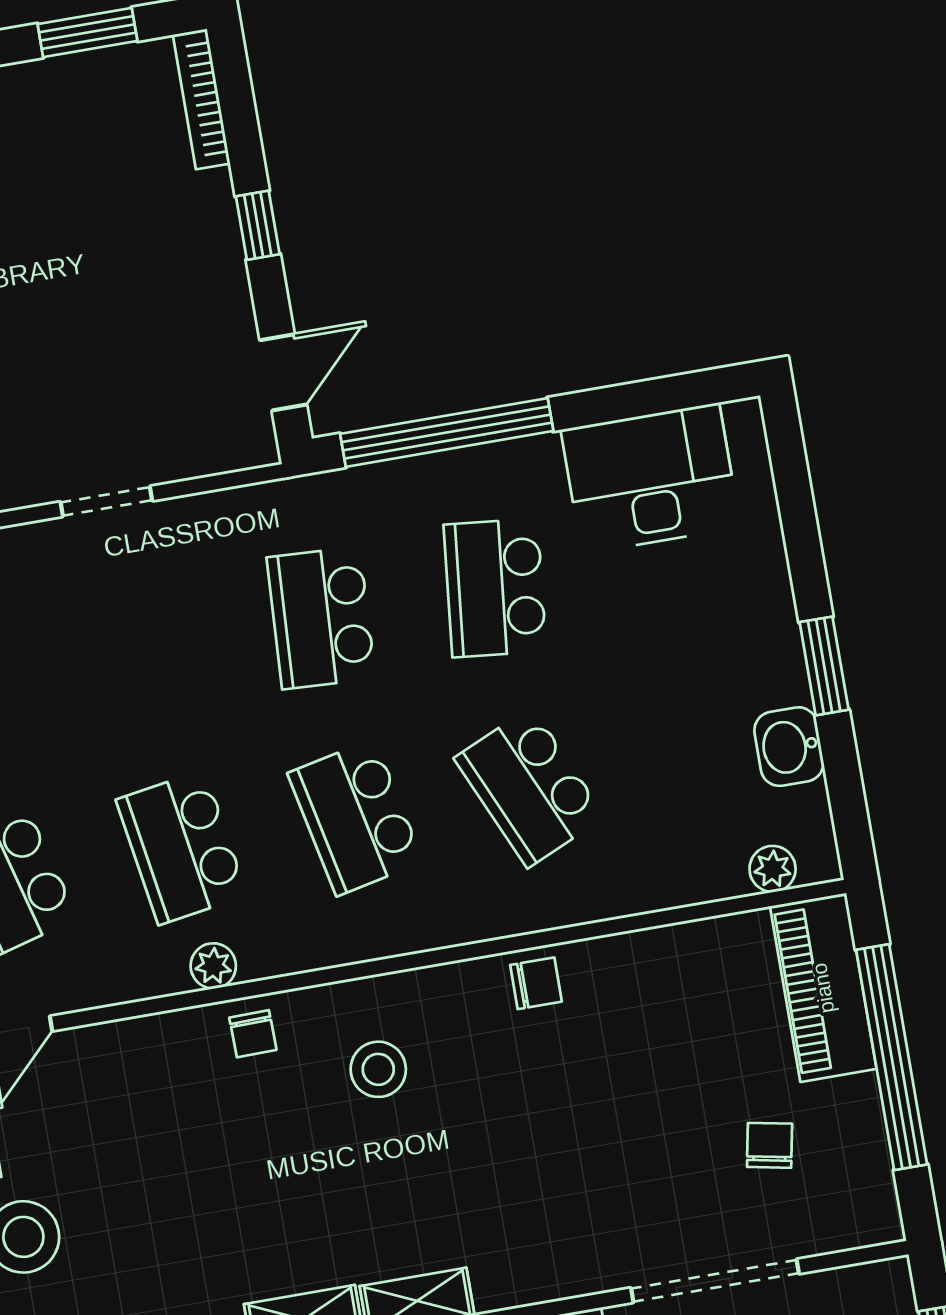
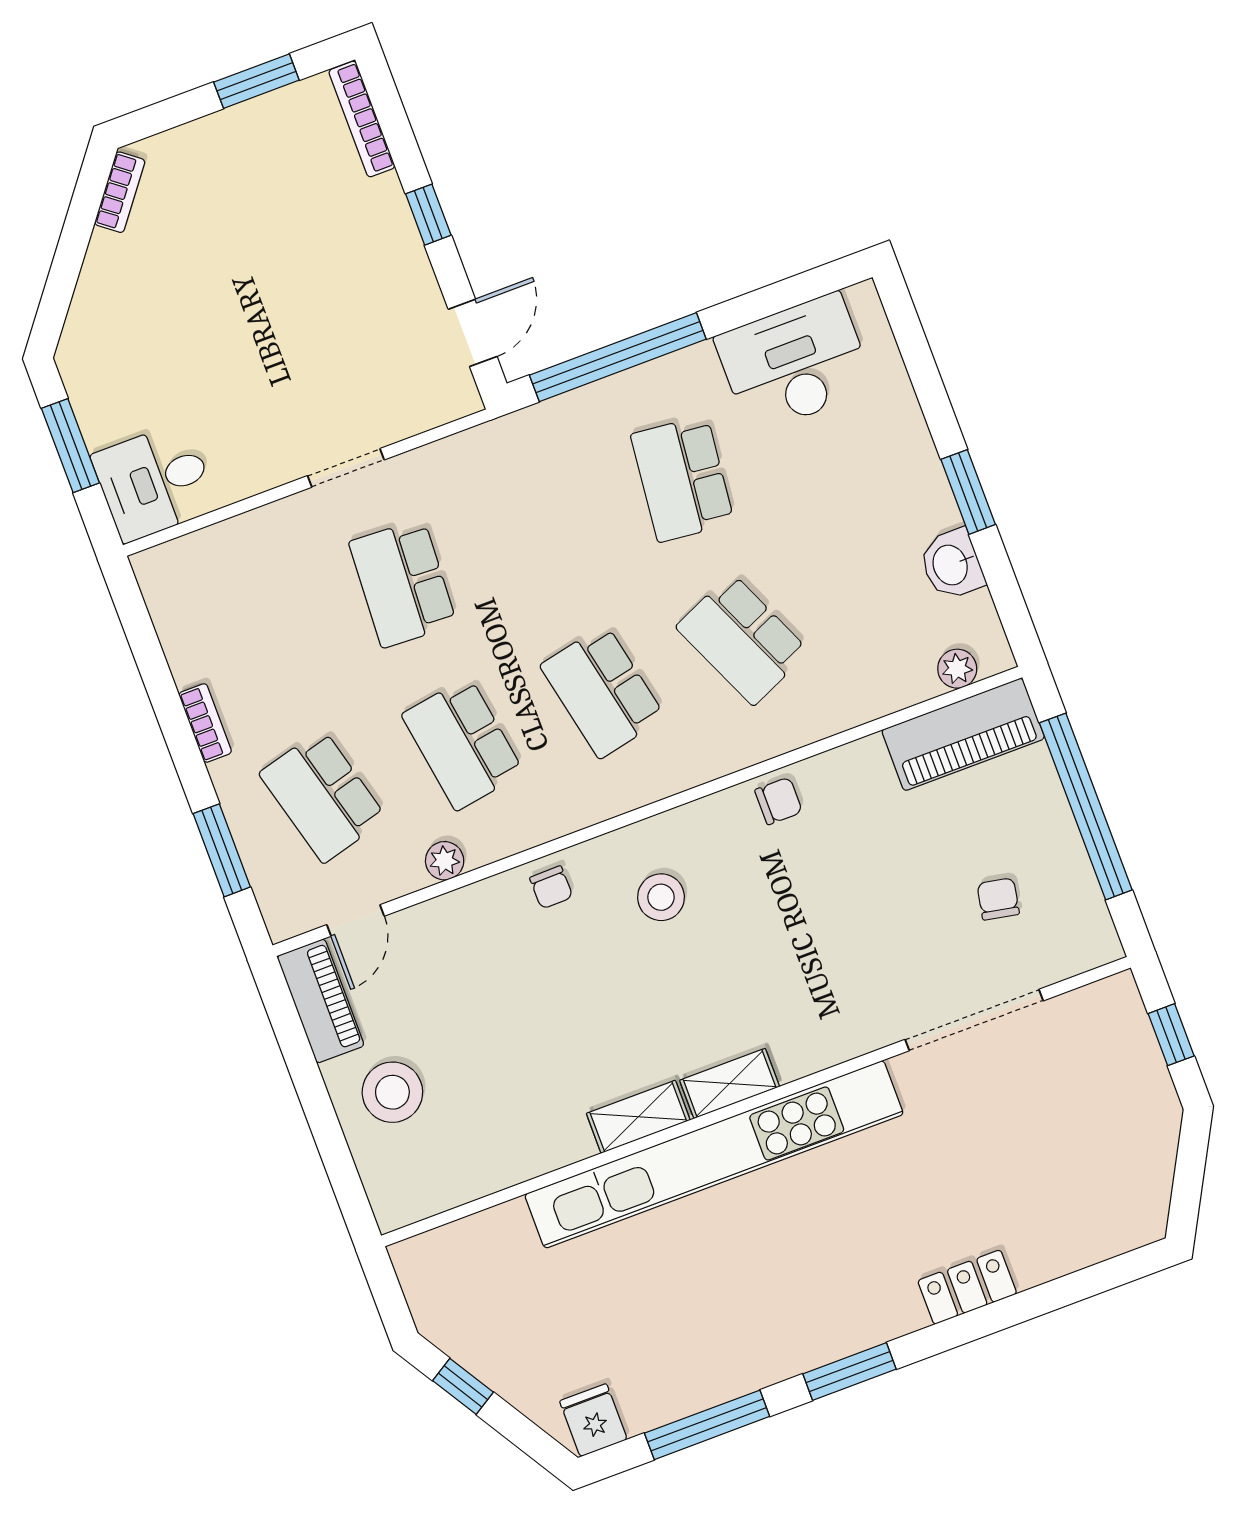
school desk: (321, 618) -> (403, 583), moved
plant: (213, 966) -> (445, 861), moved
piano: (823, 988) -> (963, 734), moved, turned -90

